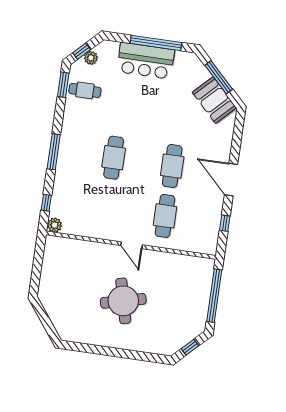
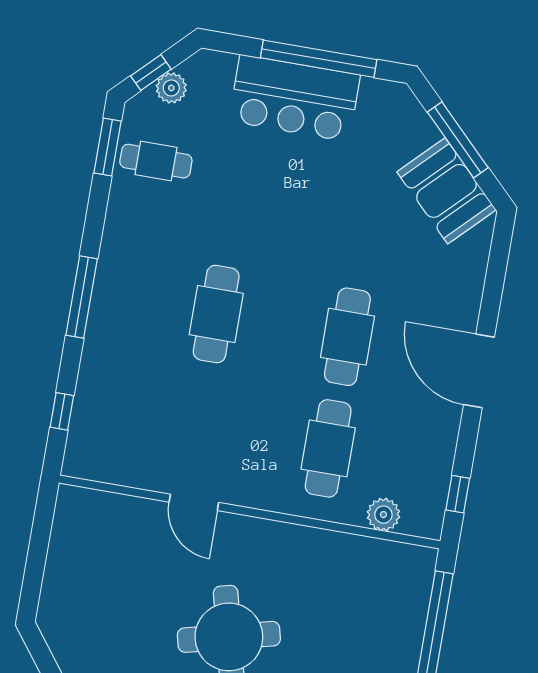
window: (225, 223) -> (458, 494), moved
plant: (55, 225) -> (383, 515), moved
door: (131, 245) -> (194, 502), moved

